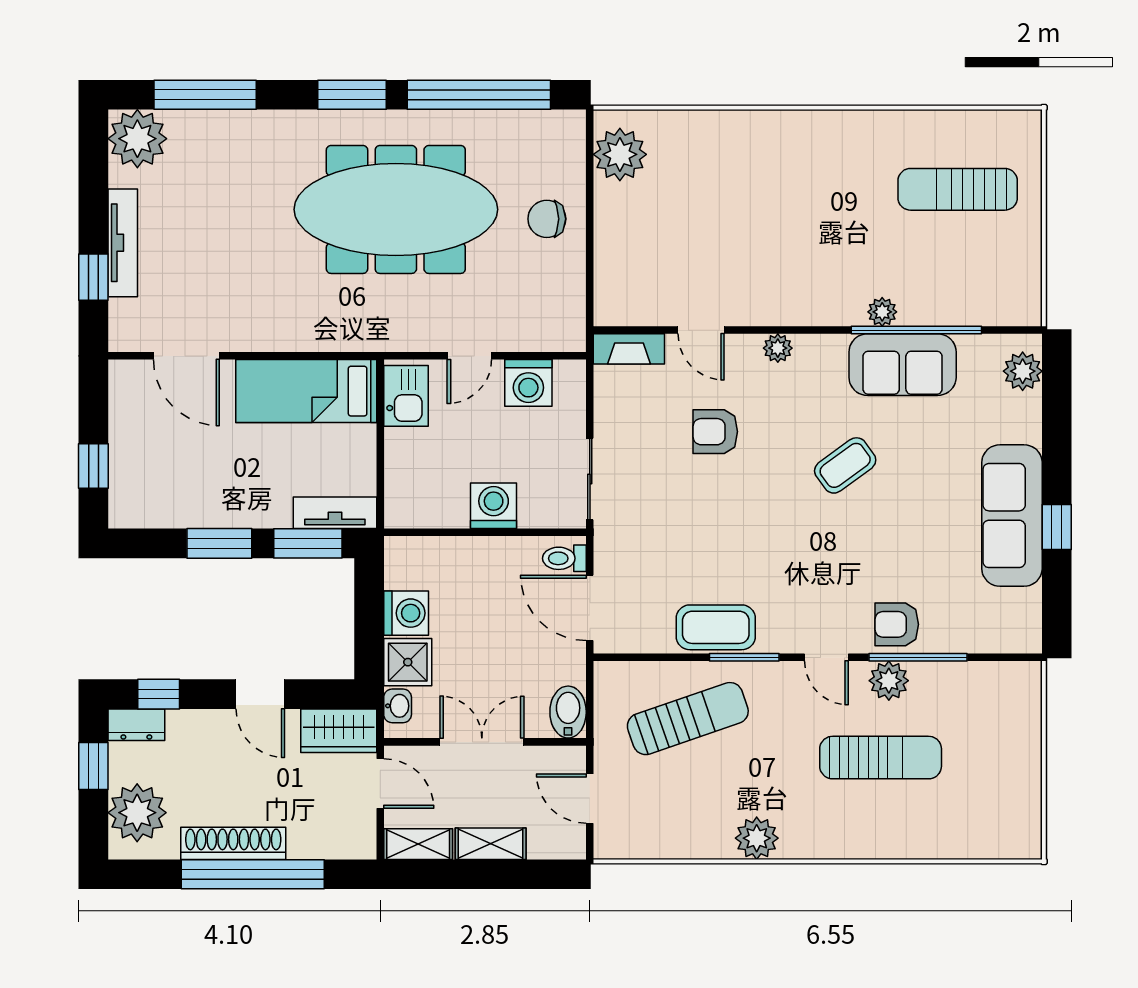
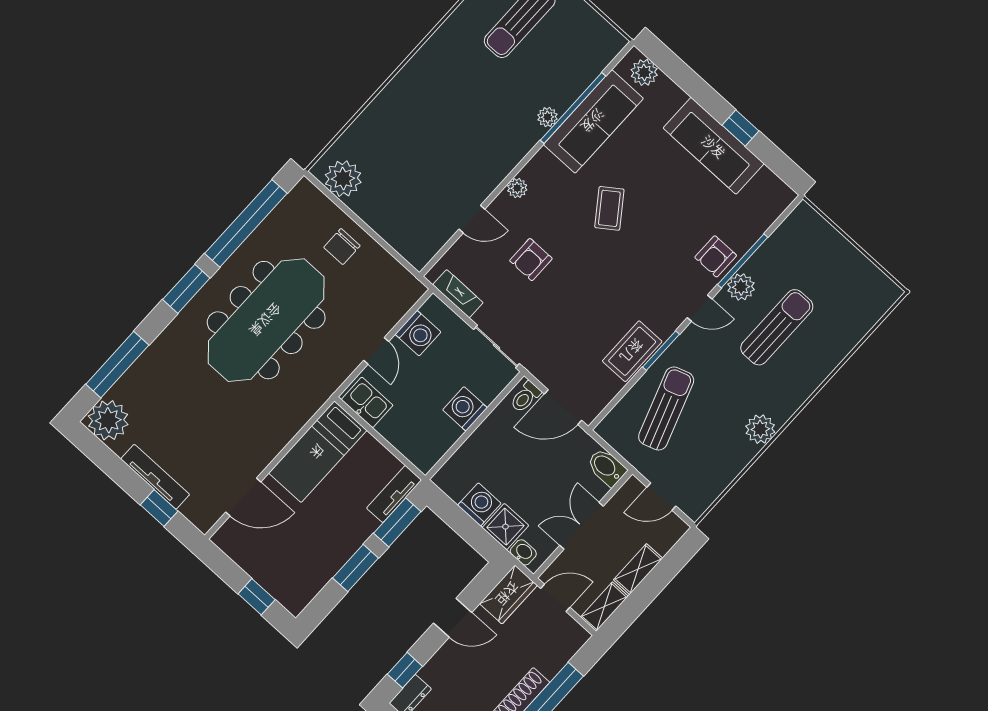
fireplace: (629, 349) -> (458, 294), moved, turned -90
sofa: (903, 365) -> (593, 121), width x1.36

